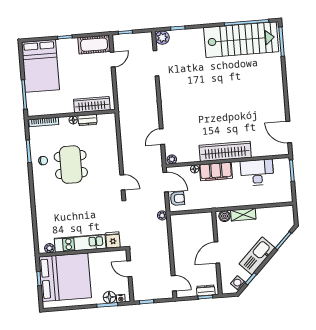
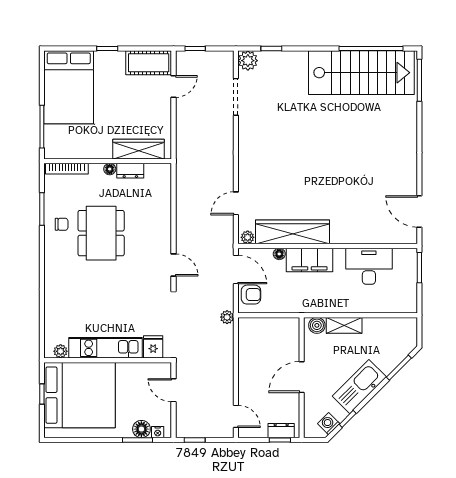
wardrobe: (225, 151) -> (292, 232), moved

